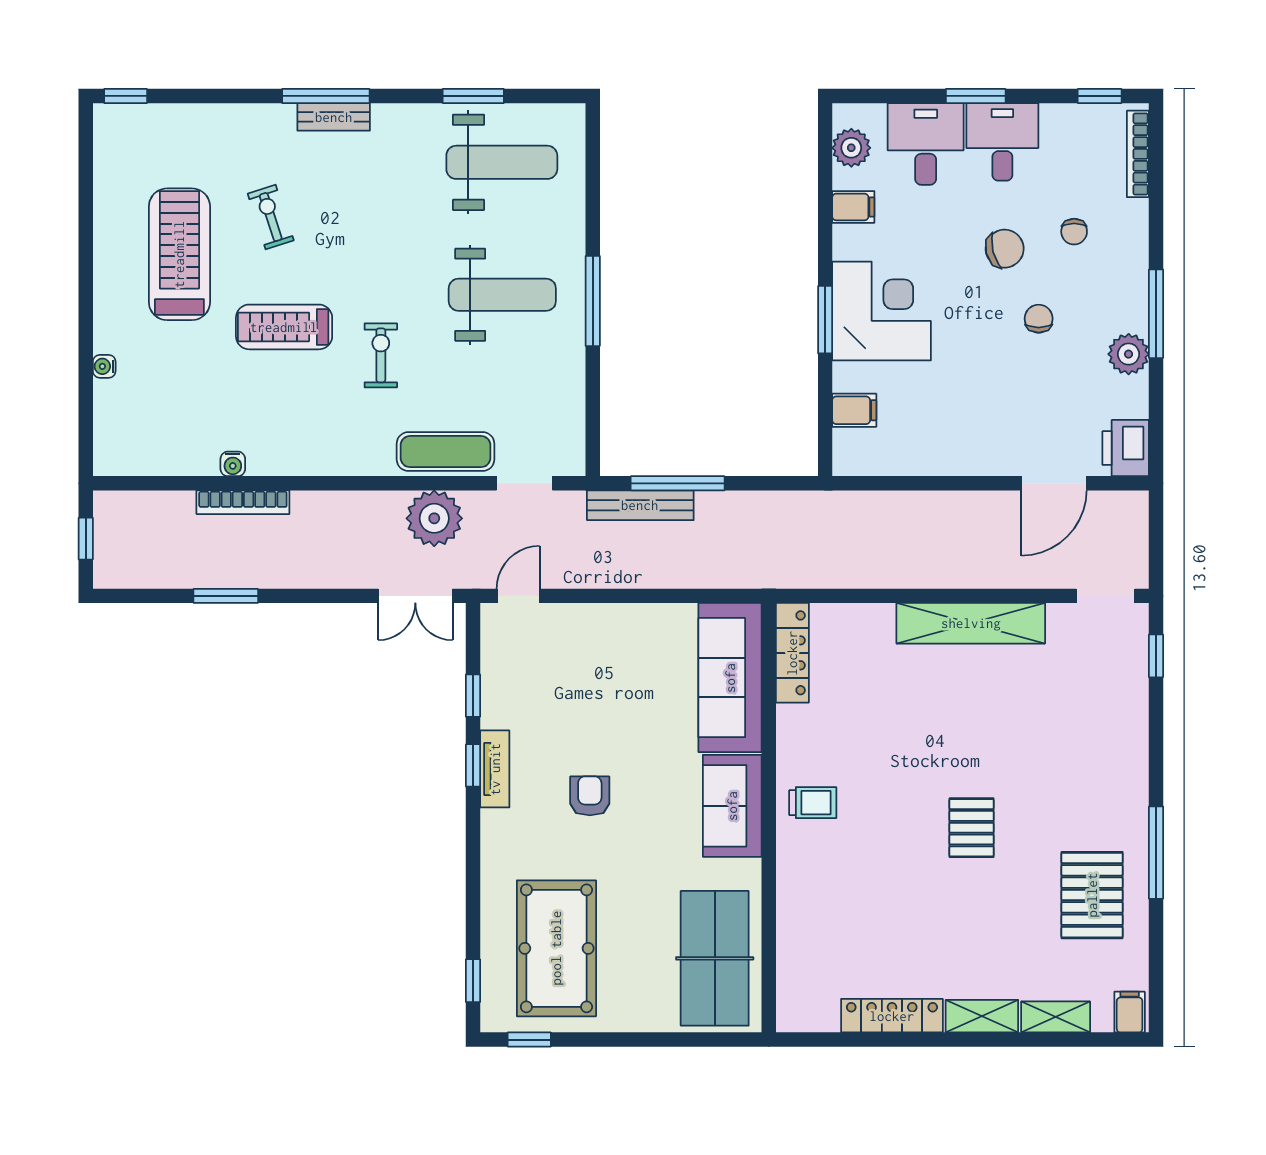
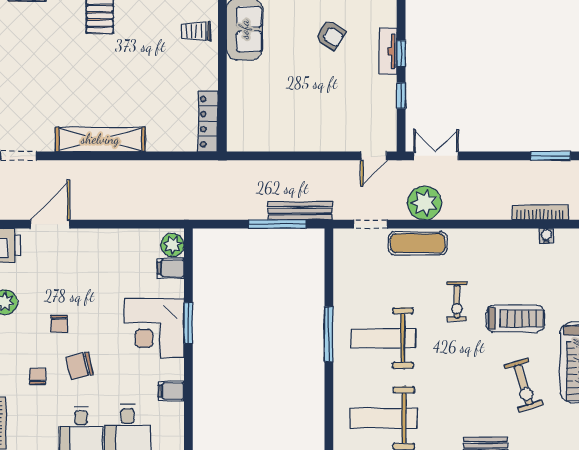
plant: (851, 148) -> (172, 245), moved
exercise bike: (271, 217) -> (523, 385), width x1.38, depth x1.39
sofa: (730, 678) -> (246, 107), removed
armchair: (590, 796) -> (331, 35), turned -58

